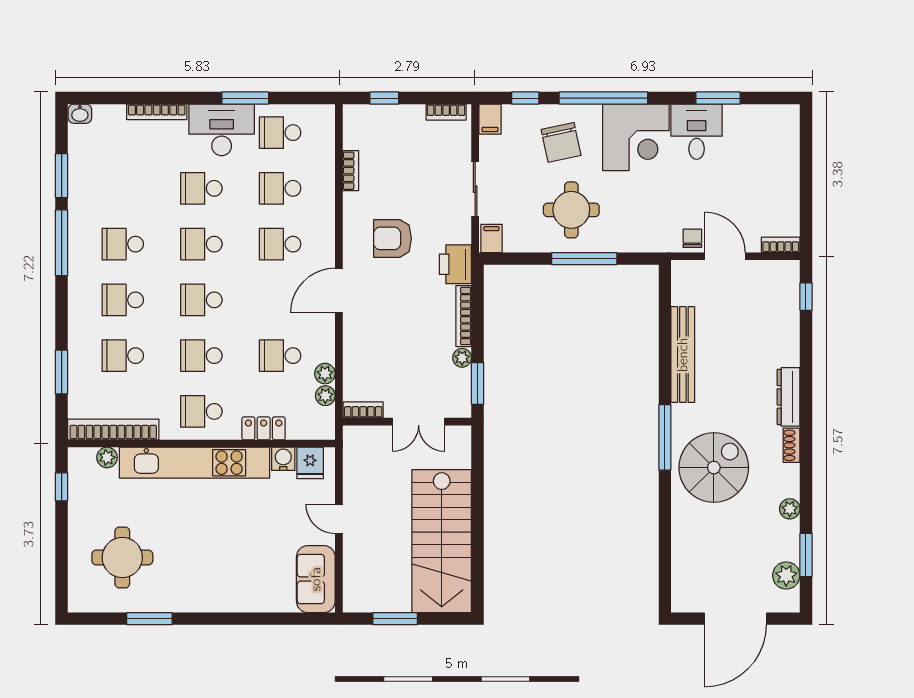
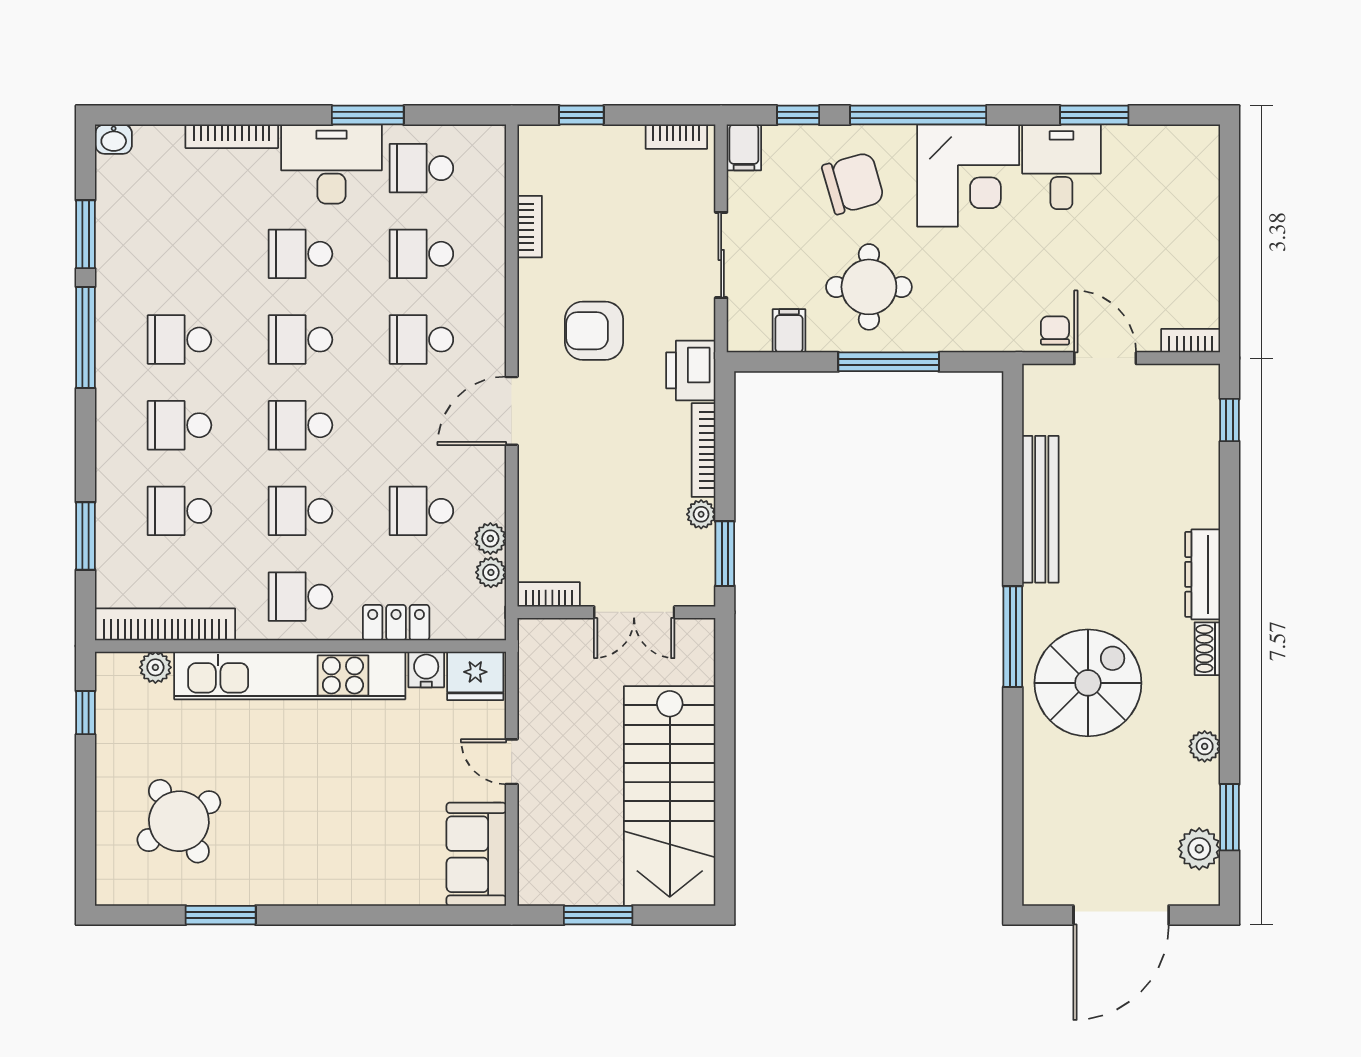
chair: (561, 142) -> (853, 183), turned -94
filing cabinet: (491, 238) -> (789, 331), moved
fridge: (310, 463) -> (475, 676), width x1.38
round table: (122, 558) -> (179, 821), turned -32

